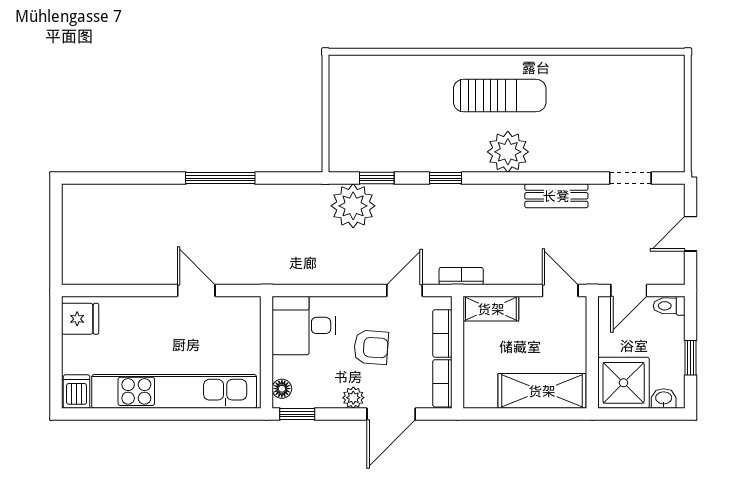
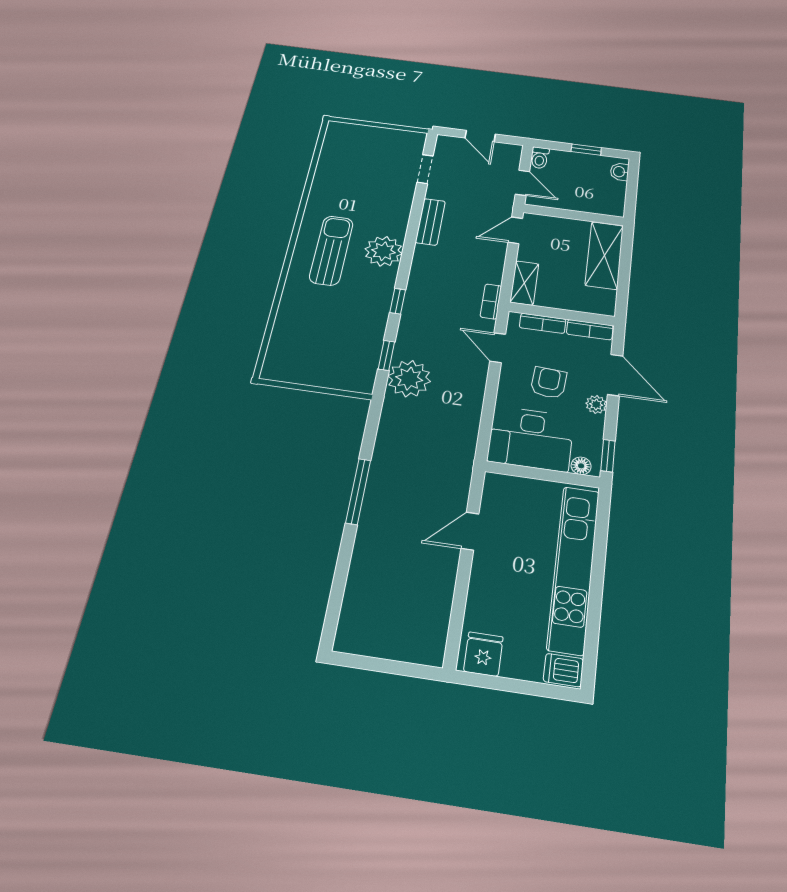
desk: (304, 325) -> (531, 439), width x1.37
shower: (624, 383) -> (603, 197), removed

